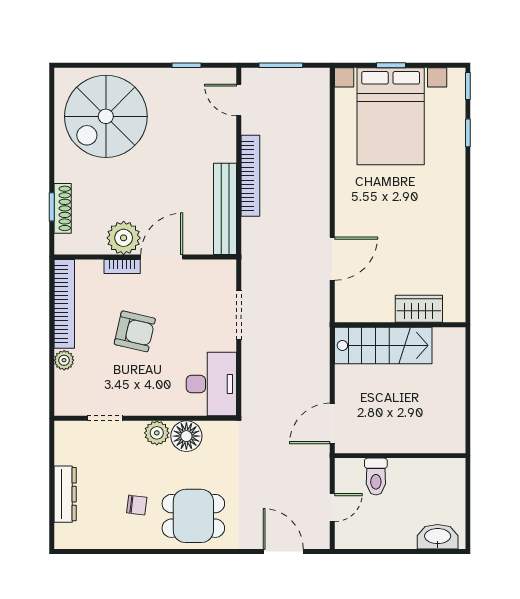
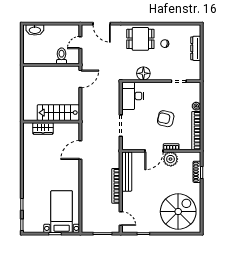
bed with nightstands: (391, 116) -> (62, 212), width x0.73
plant: (157, 433) -> (156, 75), removed

